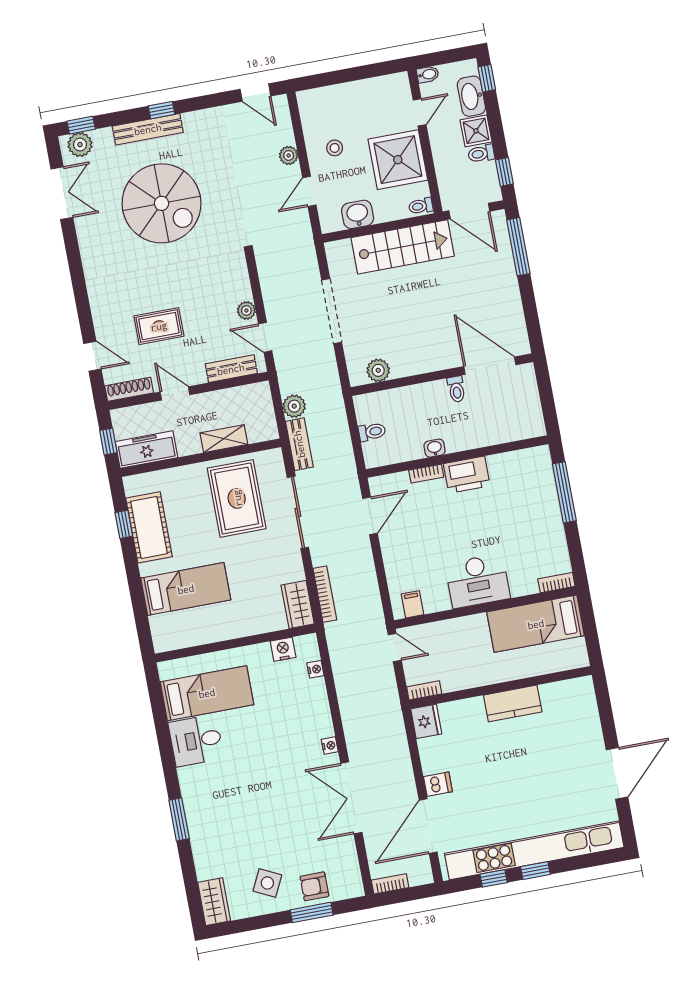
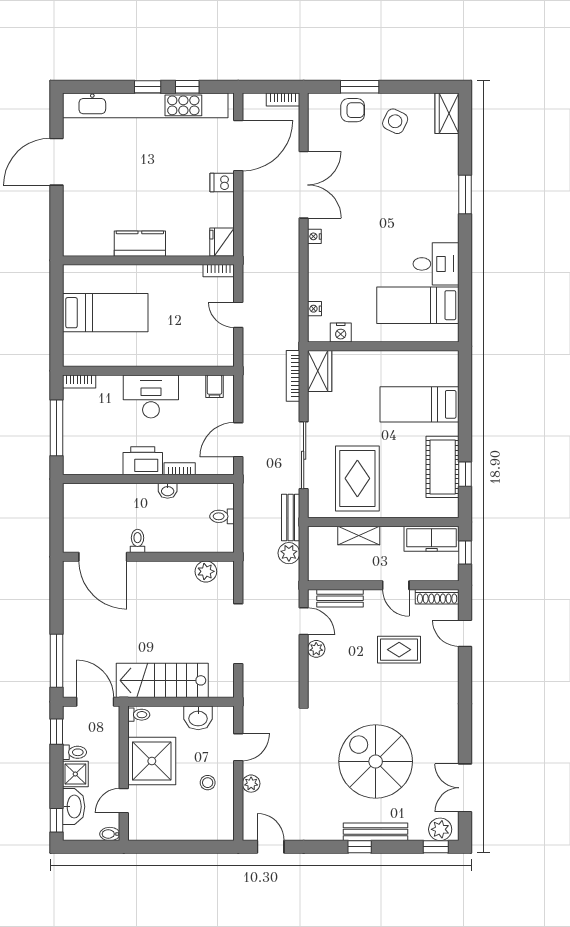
desk: (478, 581) -> (151, 396), moved
bookcase: (556, 583) -> (79, 381), moved
filing cabinet: (413, 604) -> (215, 386), moved
wall: (485, 608) -> (148, 371), moved

